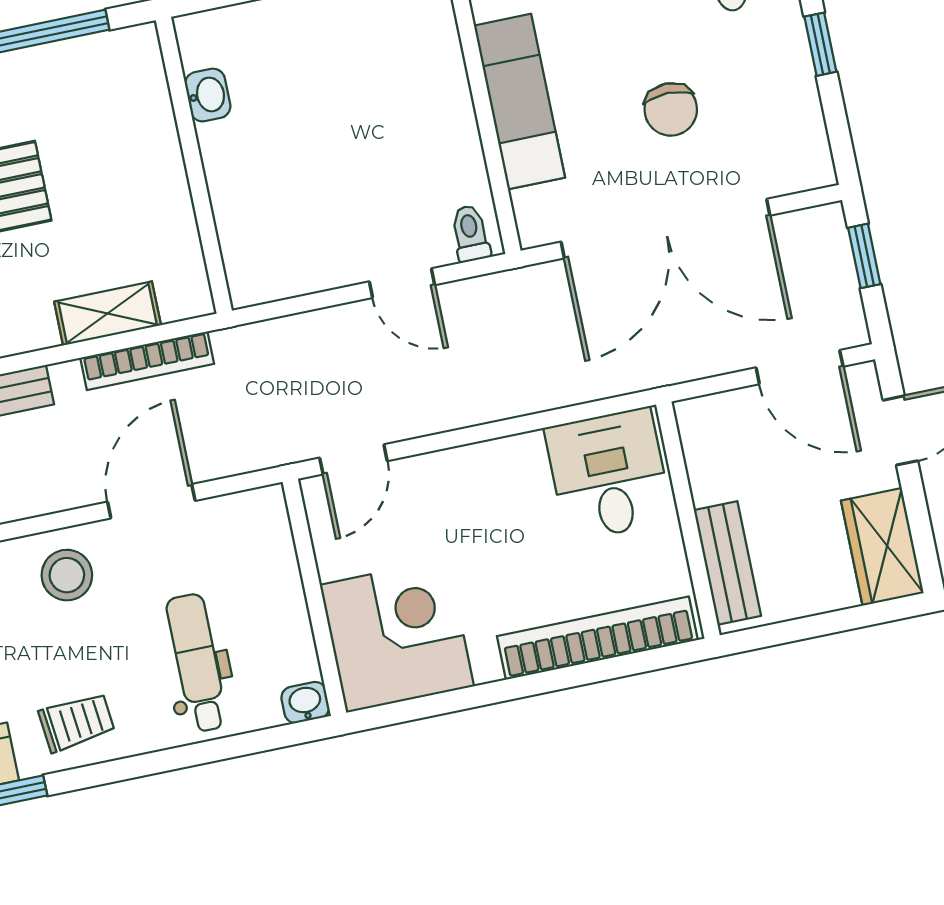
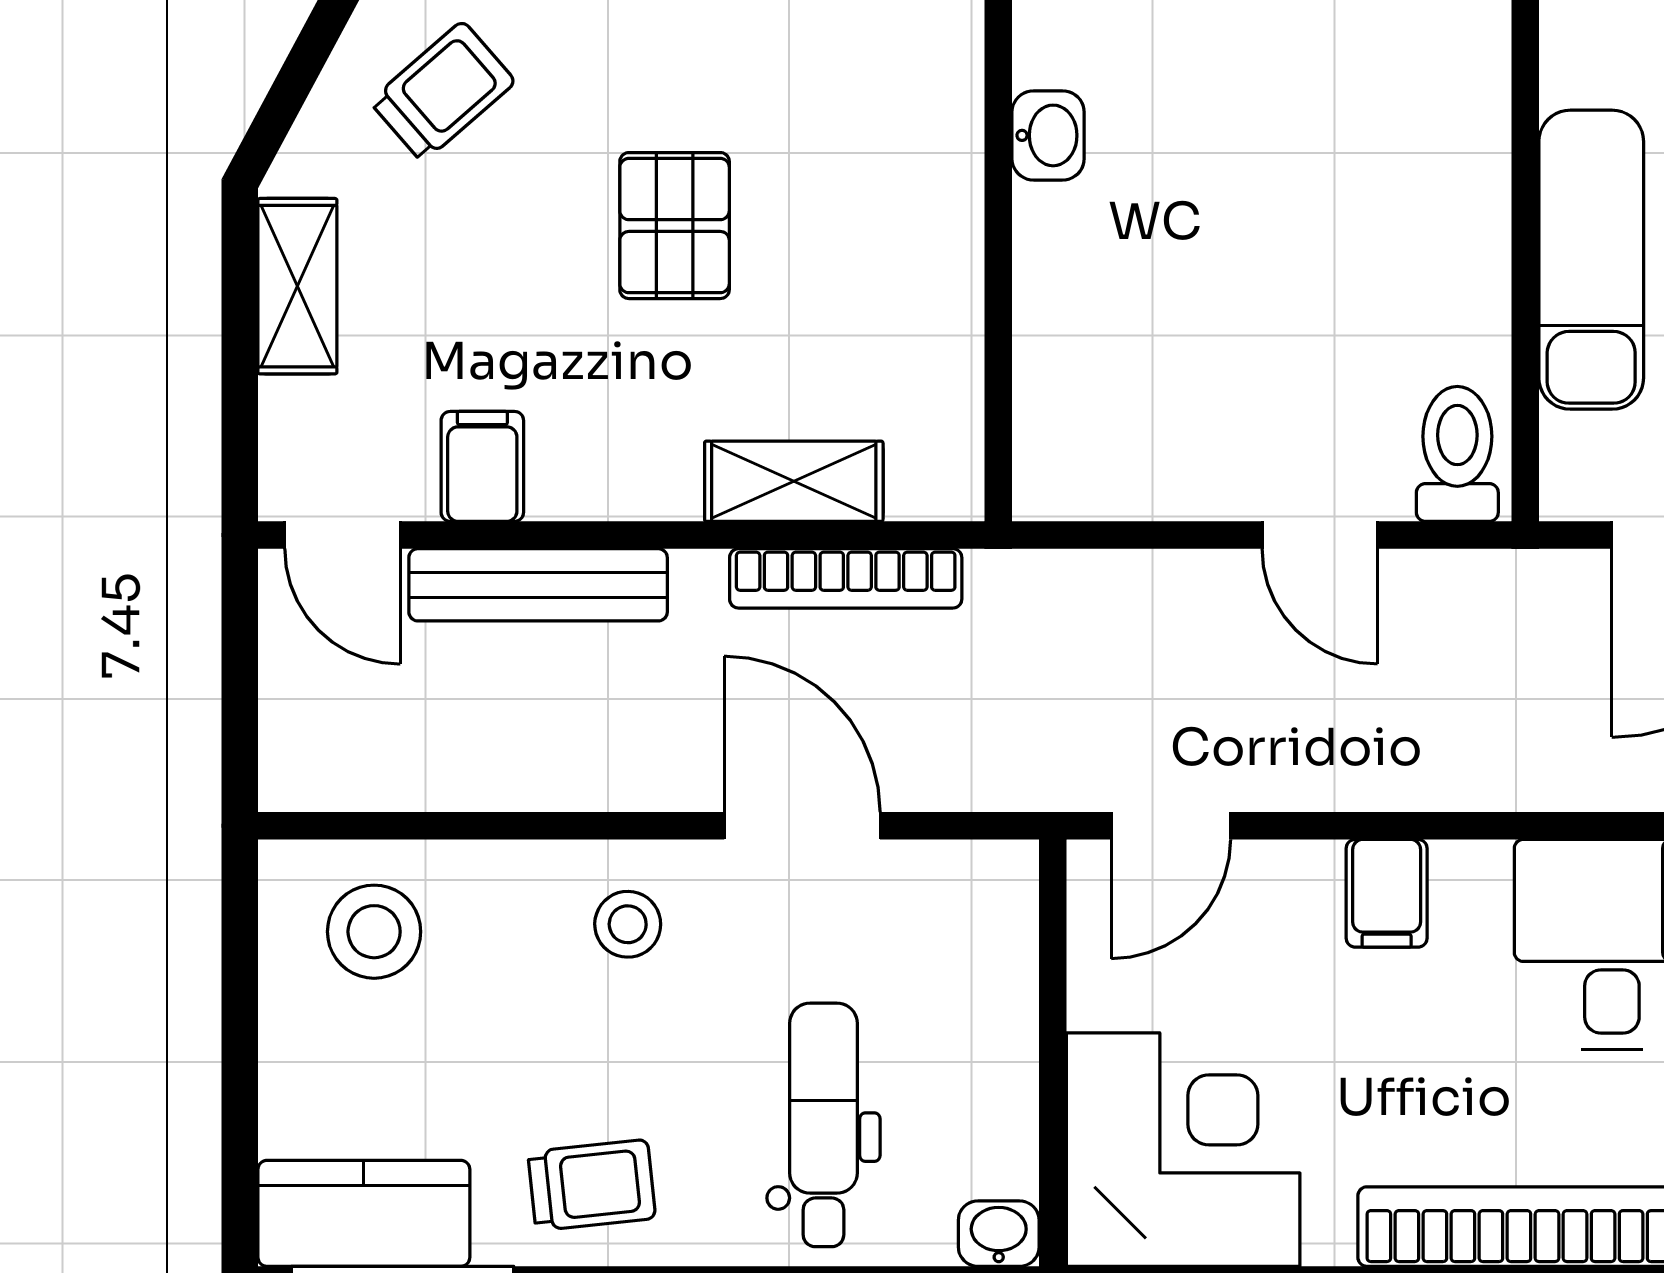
toilet: (470, 233) -> (1457, 454), width x1.37, depth x1.39
filing cabinet: (479, 472) -> (1387, 893), added
door: (151, 501) -> (802, 826), hinge flipped
stool: (67, 575) -> (628, 924), width x0.73, depth x0.73

